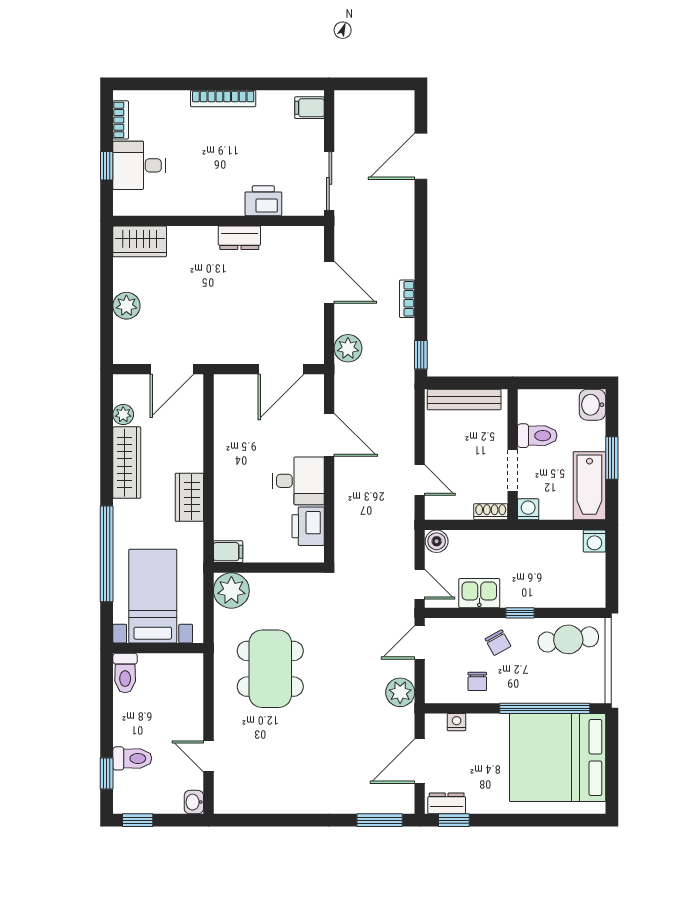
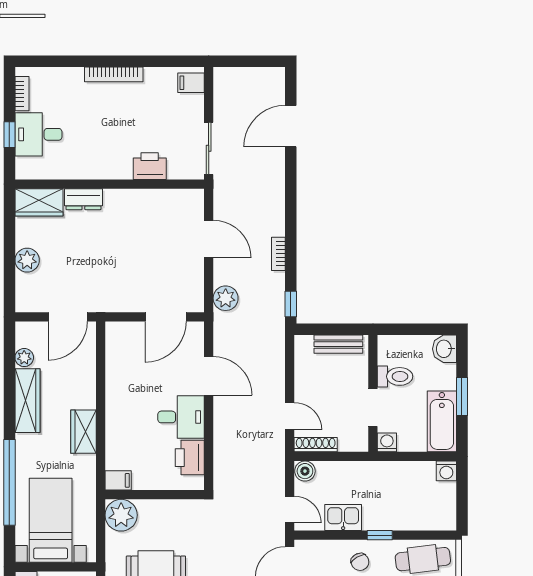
dresser: (239, 238) -> (83, 199), moved
bench: (464, 400) -> (338, 344), width x0.73
shoe rack: (491, 512) -> (316, 445), moved, width x1.43

